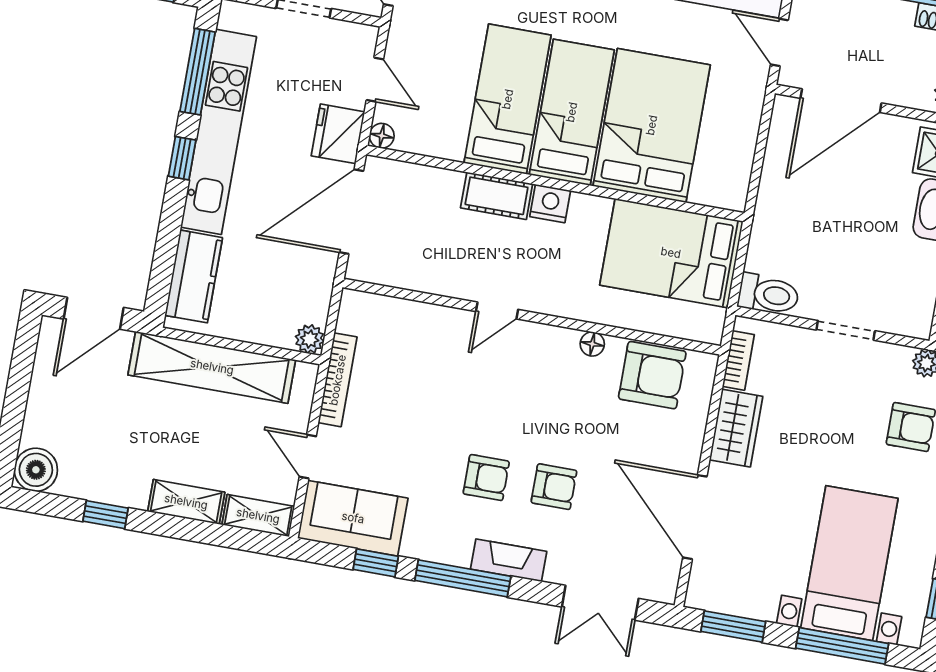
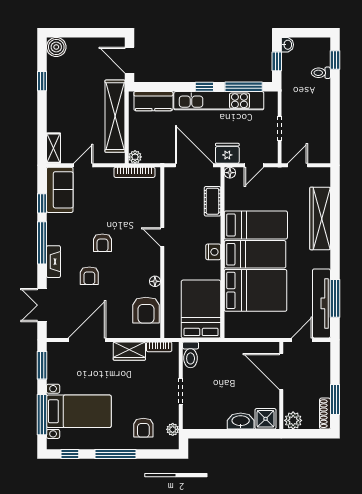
cot: (497, 196) -> (212, 201), moved
bookcase: (338, 380) -> (134, 172), moved
armchair: (486, 478) -> (102, 243), moved
shelving: (186, 502) -> (54, 115), removed

